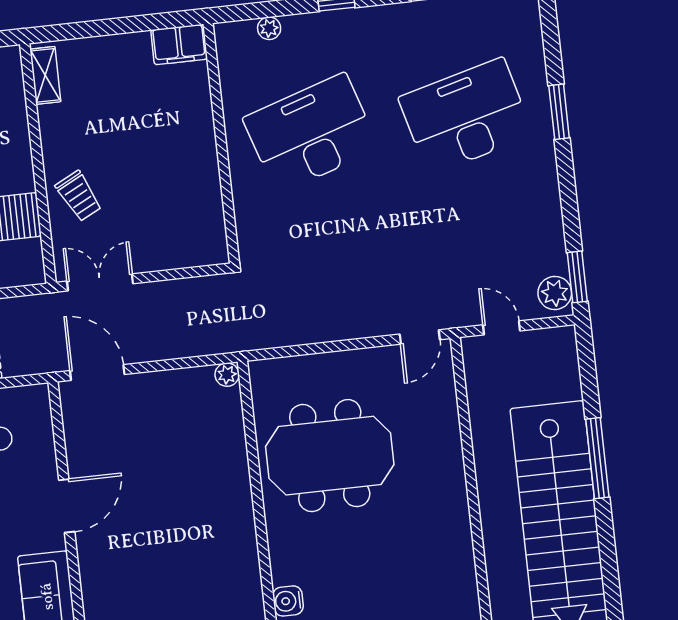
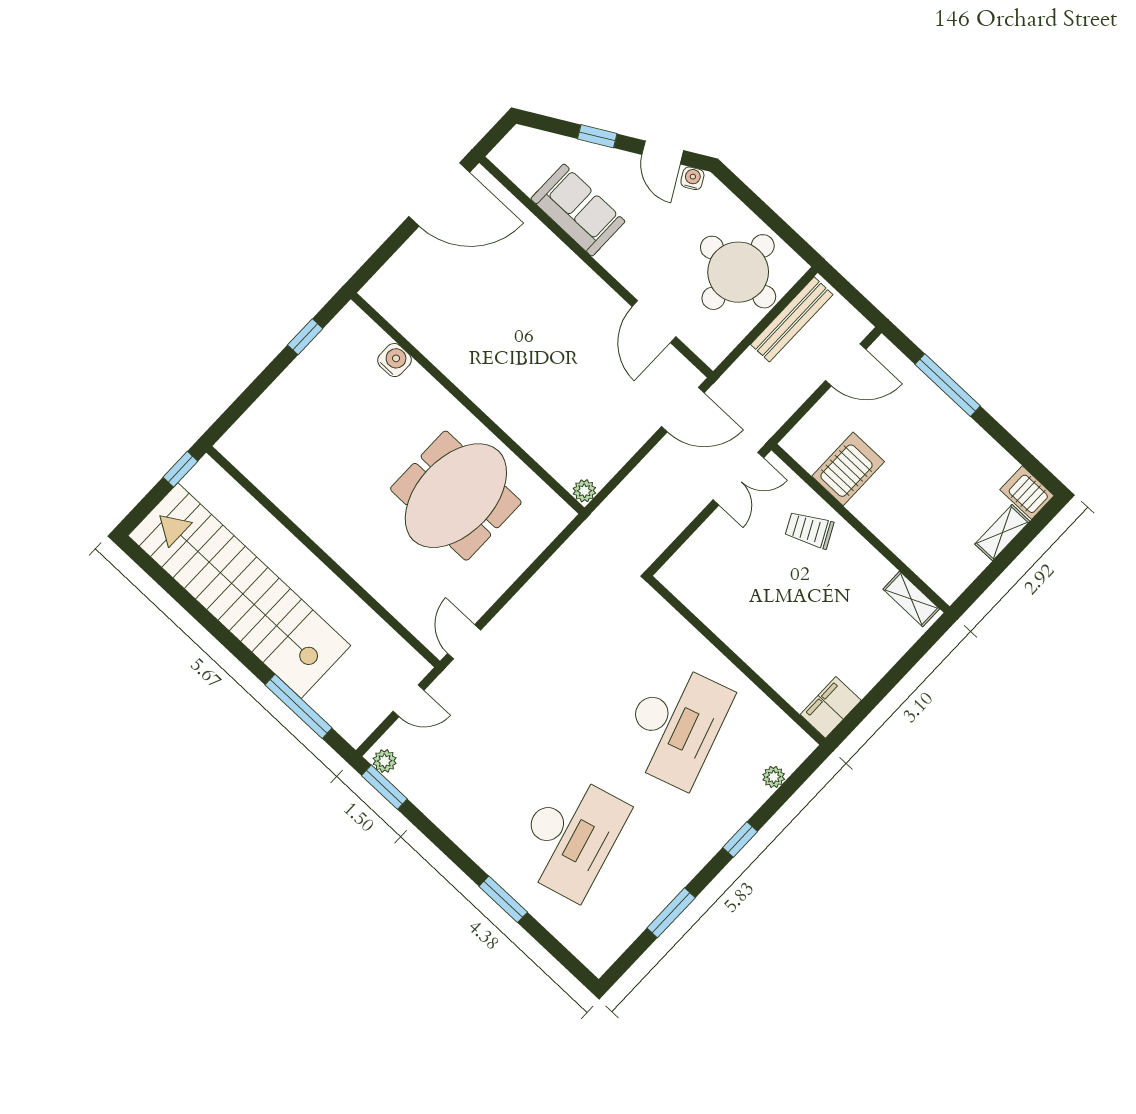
plant: (555, 293) -> (385, 761), width x0.73, depth x0.73
window: (597, 458) -> (299, 706), moved
door: (67, 506) -> (654, 322), moved

